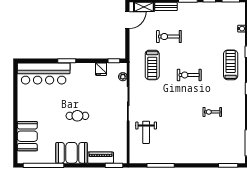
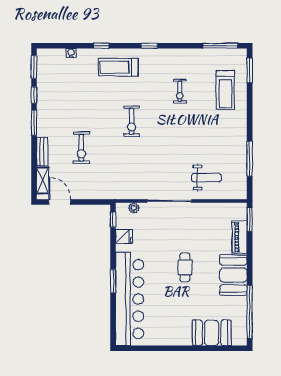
treadmill: (152, 65) -> (225, 90), moved, turned 90
bar counter: (44, 73) -> (130, 299), width x1.36

